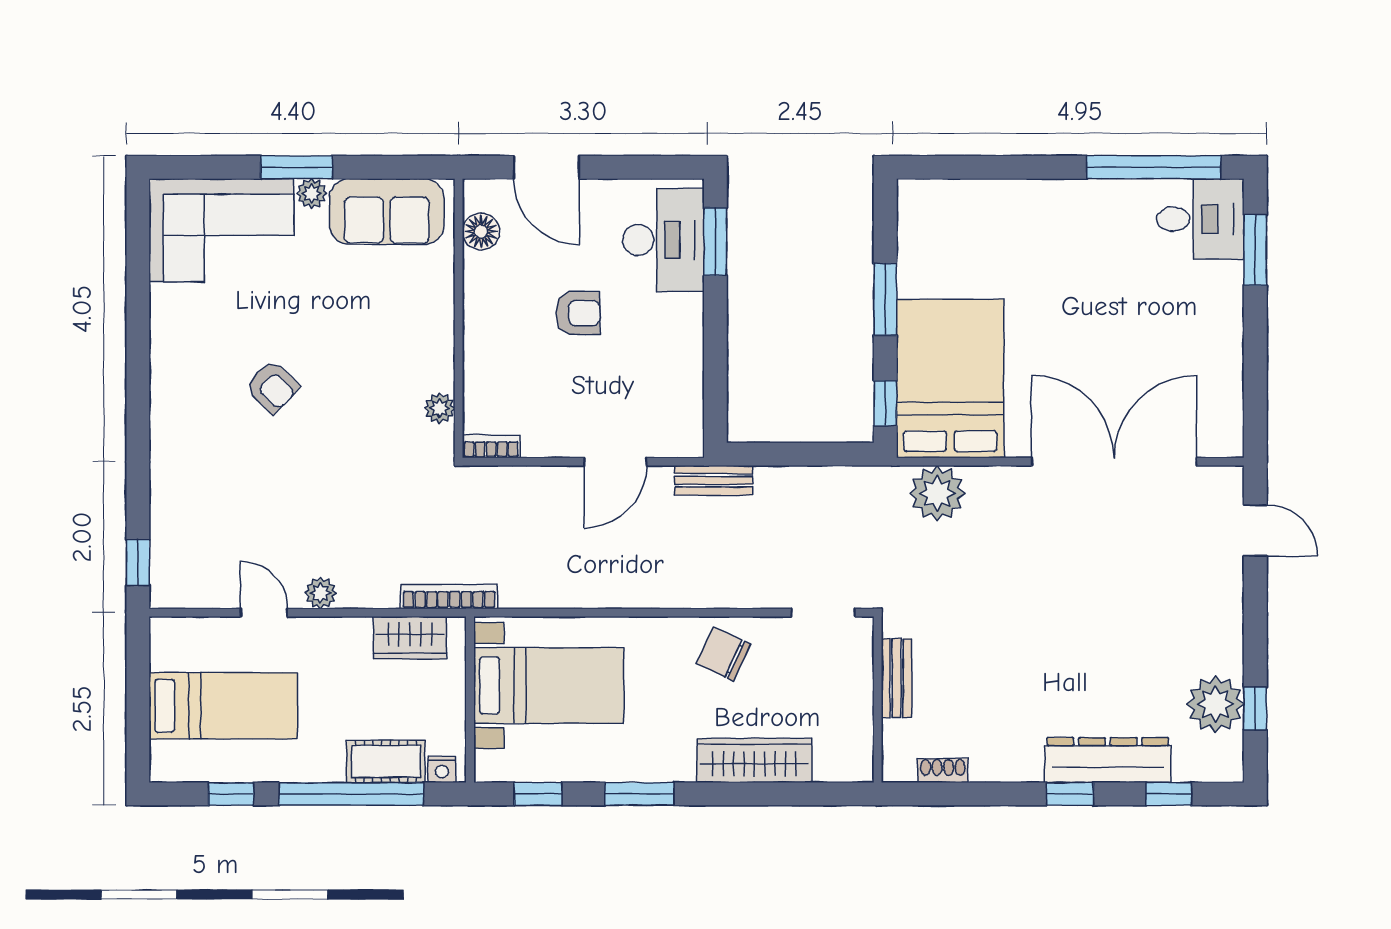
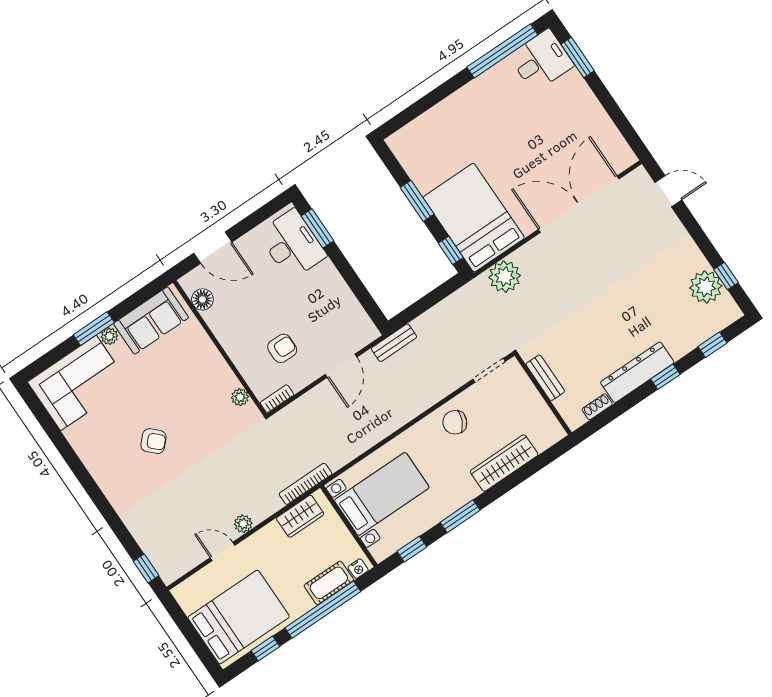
armchair: (578, 313) -> (282, 348), moved
bed: (223, 706) -> (239, 617), width x1.50
dresser: (1108, 760) -> (637, 372), moved

